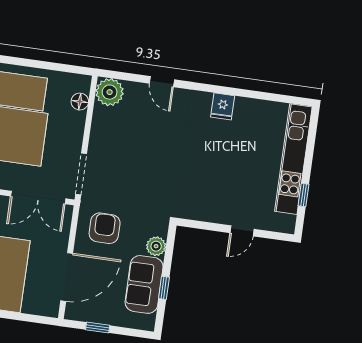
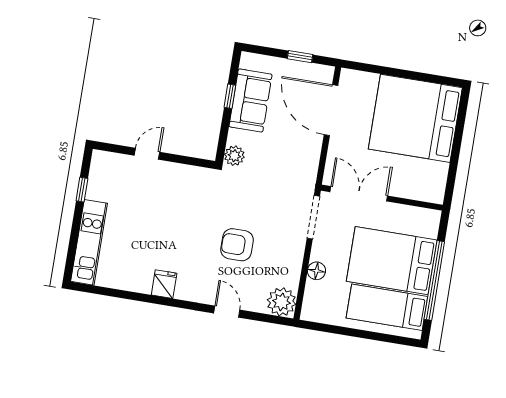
floor lamp: (80, 102) -> (316, 271), moved
kitchen unit: (293, 159) -> (89, 242), width x0.73
armchair: (105, 228) -> (237, 245), moved, turned 90
plant: (156, 246) -> (234, 156), moved
door: (67, 277) -> (331, 110), hinge flipped

